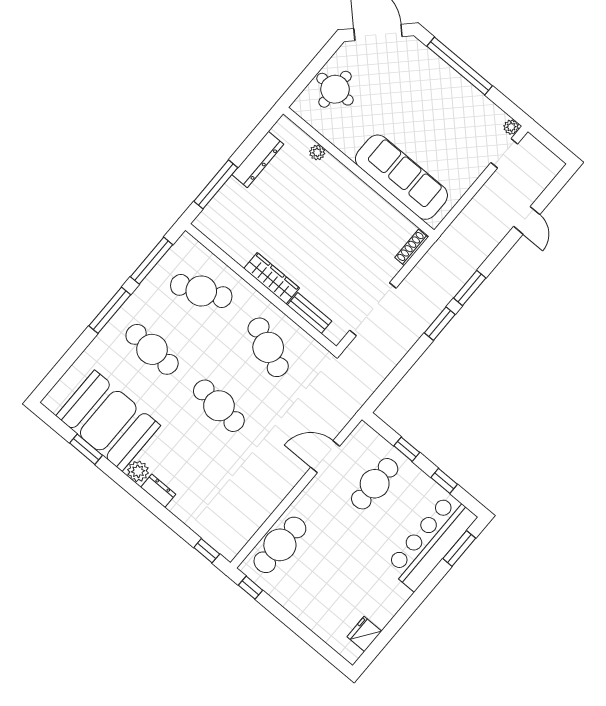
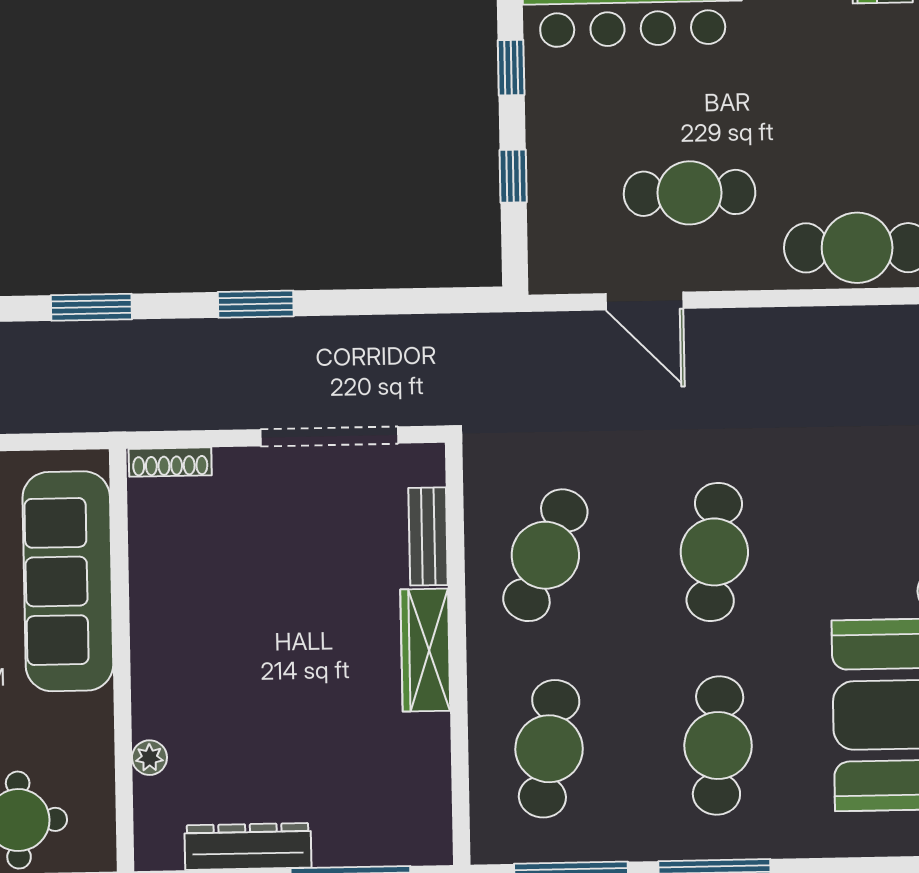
window: (470, 288) -> (91, 307), moved
cafe table: (201, 291) -> (549, 749), turned 33
cafe table: (375, 484) -> (690, 193), moved

